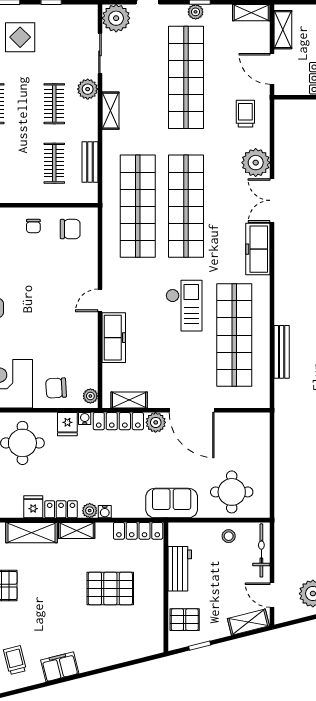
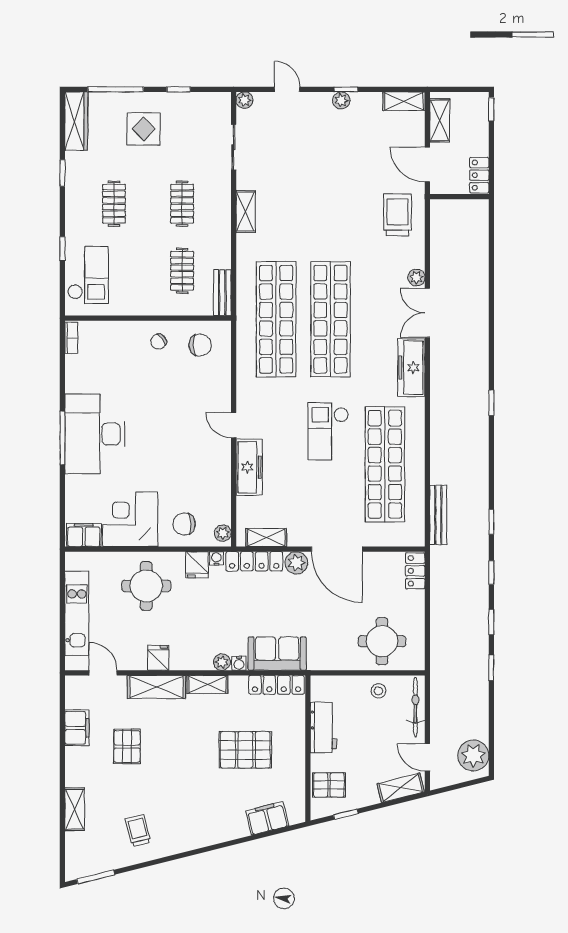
plant: (116, 18) -> (244, 100), width x0.53, depth x0.53
shop shelf: (186, 77) -> (330, 174), removed
plant: (88, 89) -> (220, 187), removed
trolley: (245, 114) -> (397, 215), width x1.36, depth x1.39
bench: (90, 162) -> (222, 293), moved
plant: (256, 163) -> (416, 278), width x0.53, depth x0.53
chair: (33, 226) -> (159, 342), turned 54
door: (100, 300) -> (234, 425), hinge flipped
checkout: (184, 306) -> (328, 431), turned 180
bench: (282, 352) -> (438, 515), moved
sofa: (172, 503) -> (277, 654), moved
locker: (61, 509) -> (415, 571), moved, turned -90
filing cabinet: (60, 667) -> (267, 818), moved

